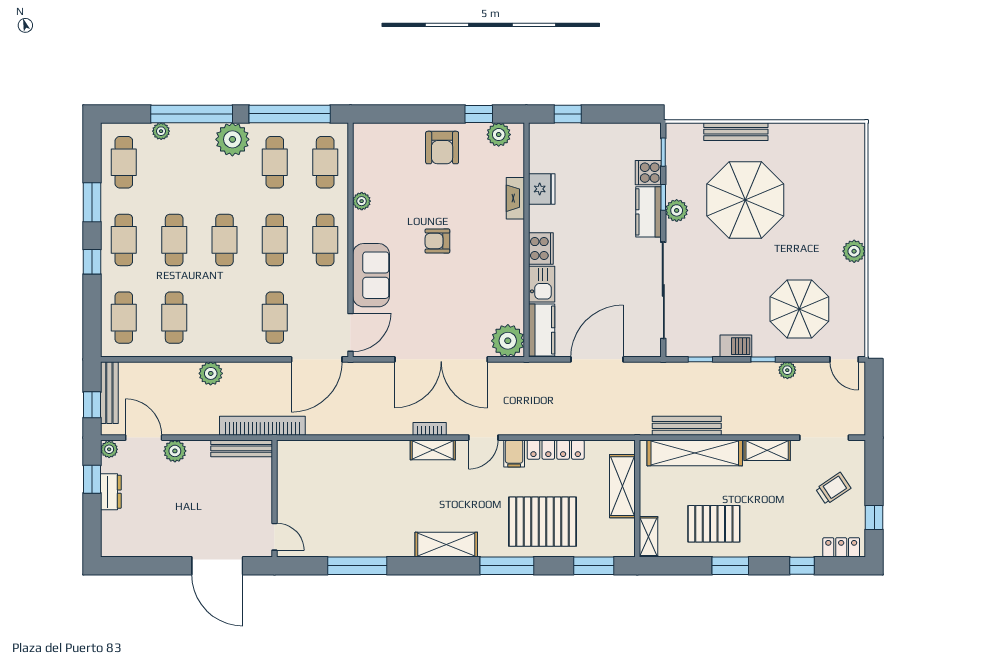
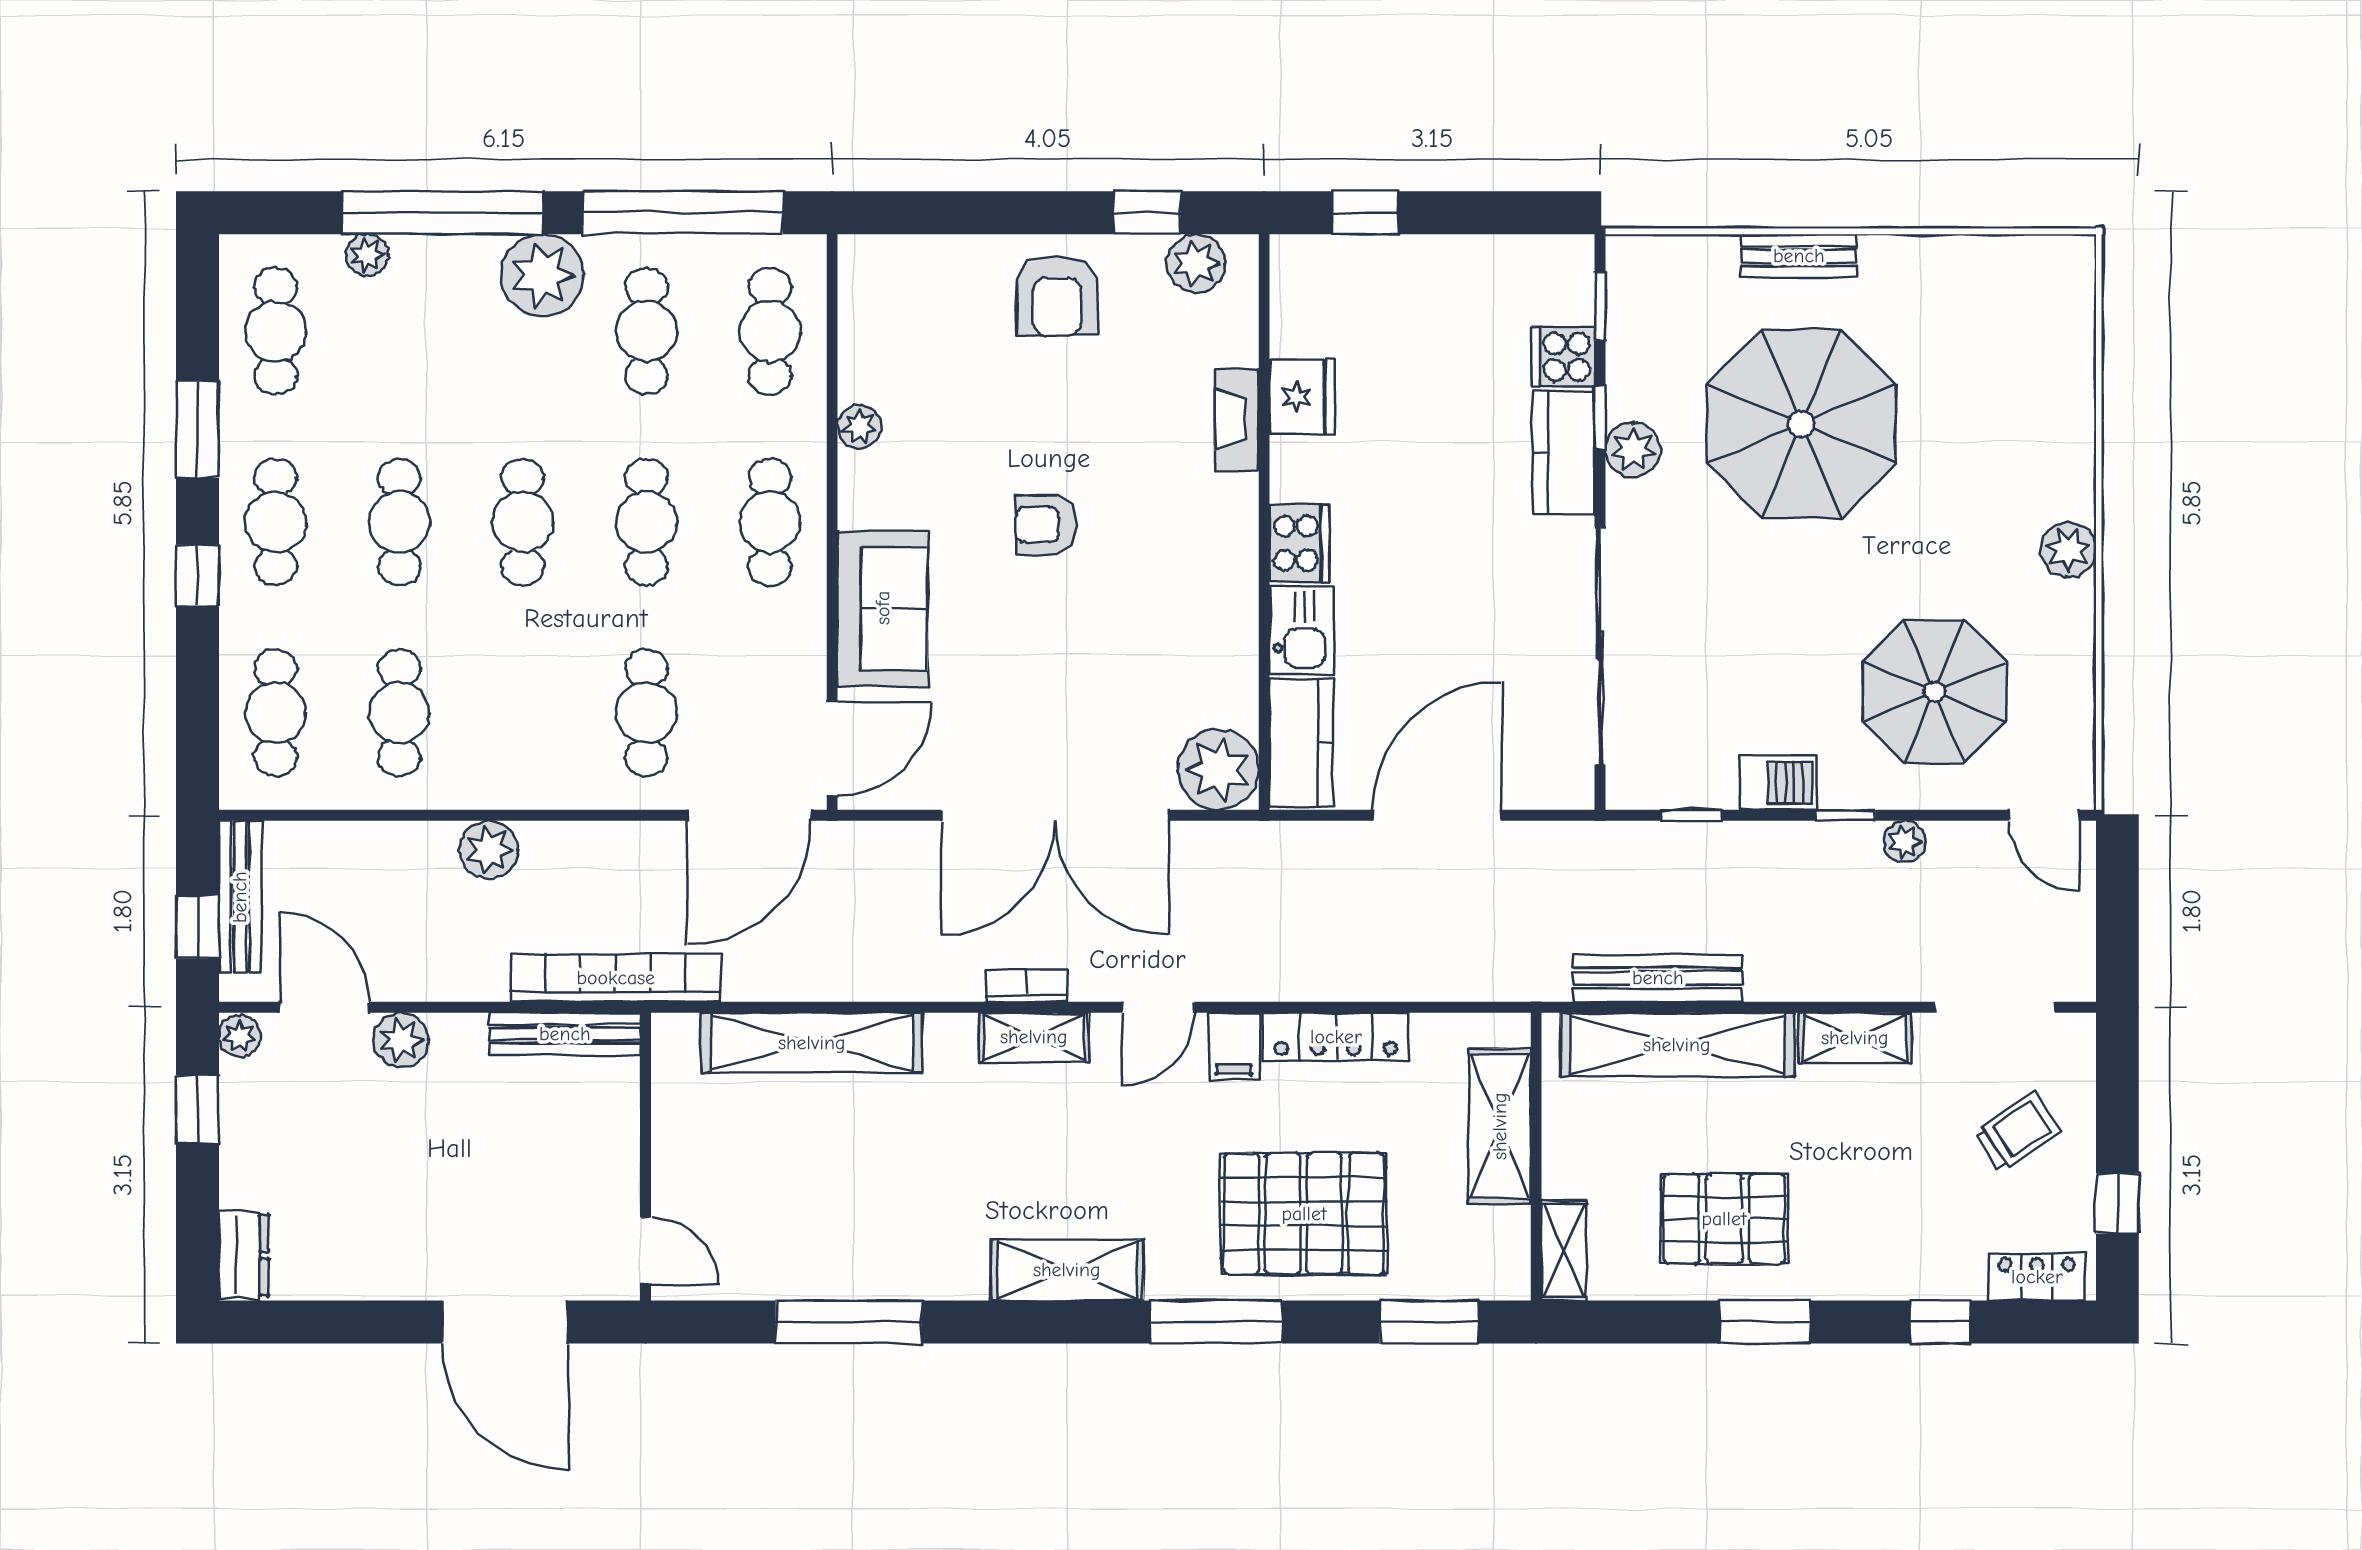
bench: (736, 132) -> (1799, 256), width x0.73
shelving: (342, 452) -> (812, 1043), added
dresser: (111, 492) -> (244, 1255), moved

